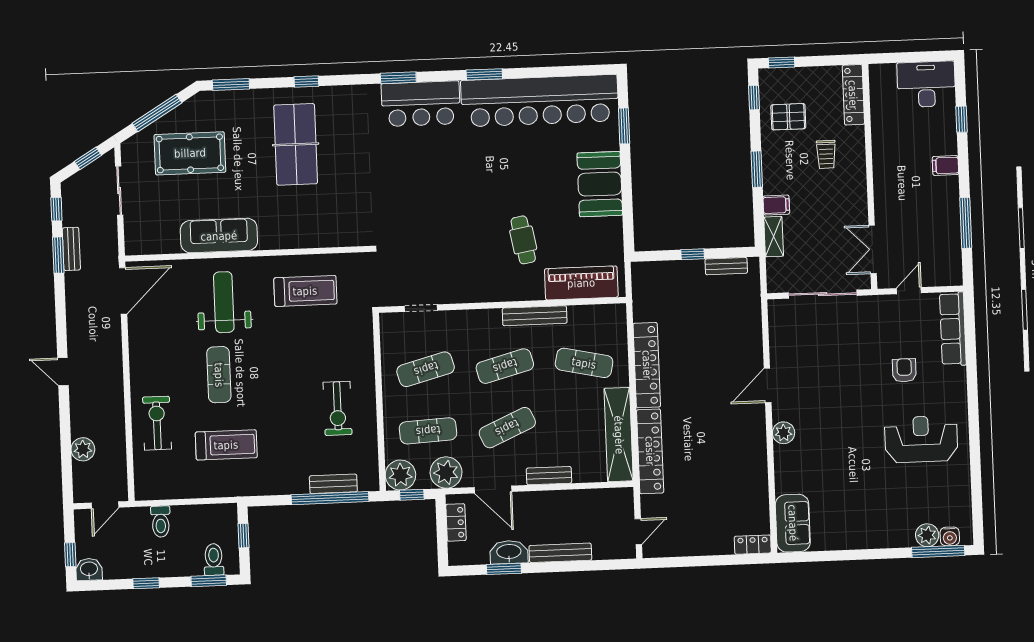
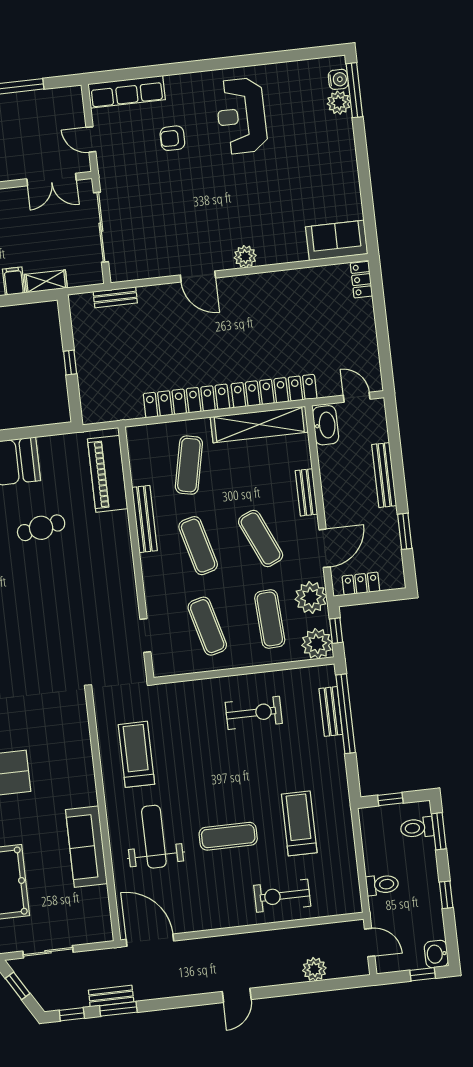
cafe table: (523, 240) -> (41, 528), moved
bench: (726, 266) -> (115, 297), moved, turned 90
weight bench: (224, 302) -> (154, 837), turned 90
washbasin: (509, 552) -> (326, 425), moved, turned 180

